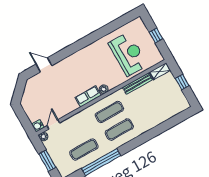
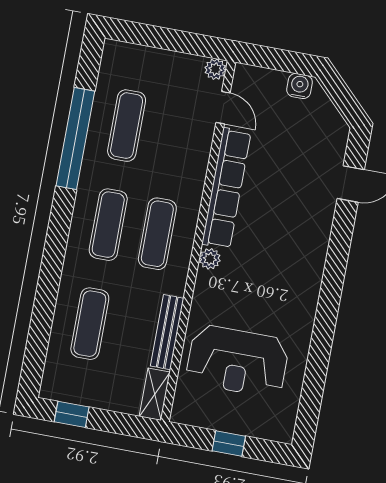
window: (182, 82) -> (72, 414), moved
row of seats: (88, 96) -> (226, 188), width x2.02
exercise mat: (155, 110) -> (90, 324), added
water cooler: (38, 126) -> (300, 86), moved
window: (47, 161) -> (164, 38), removed

